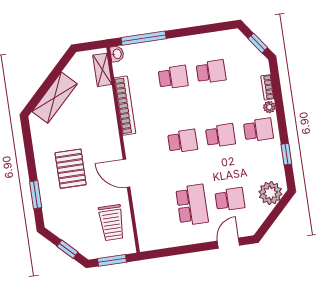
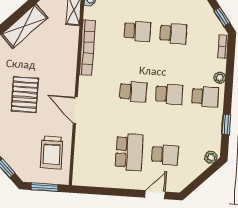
bookcase: (268, 87) -> (223, 46), moved
plant: (270, 193) -> (211, 157), width x0.53, depth x0.53

